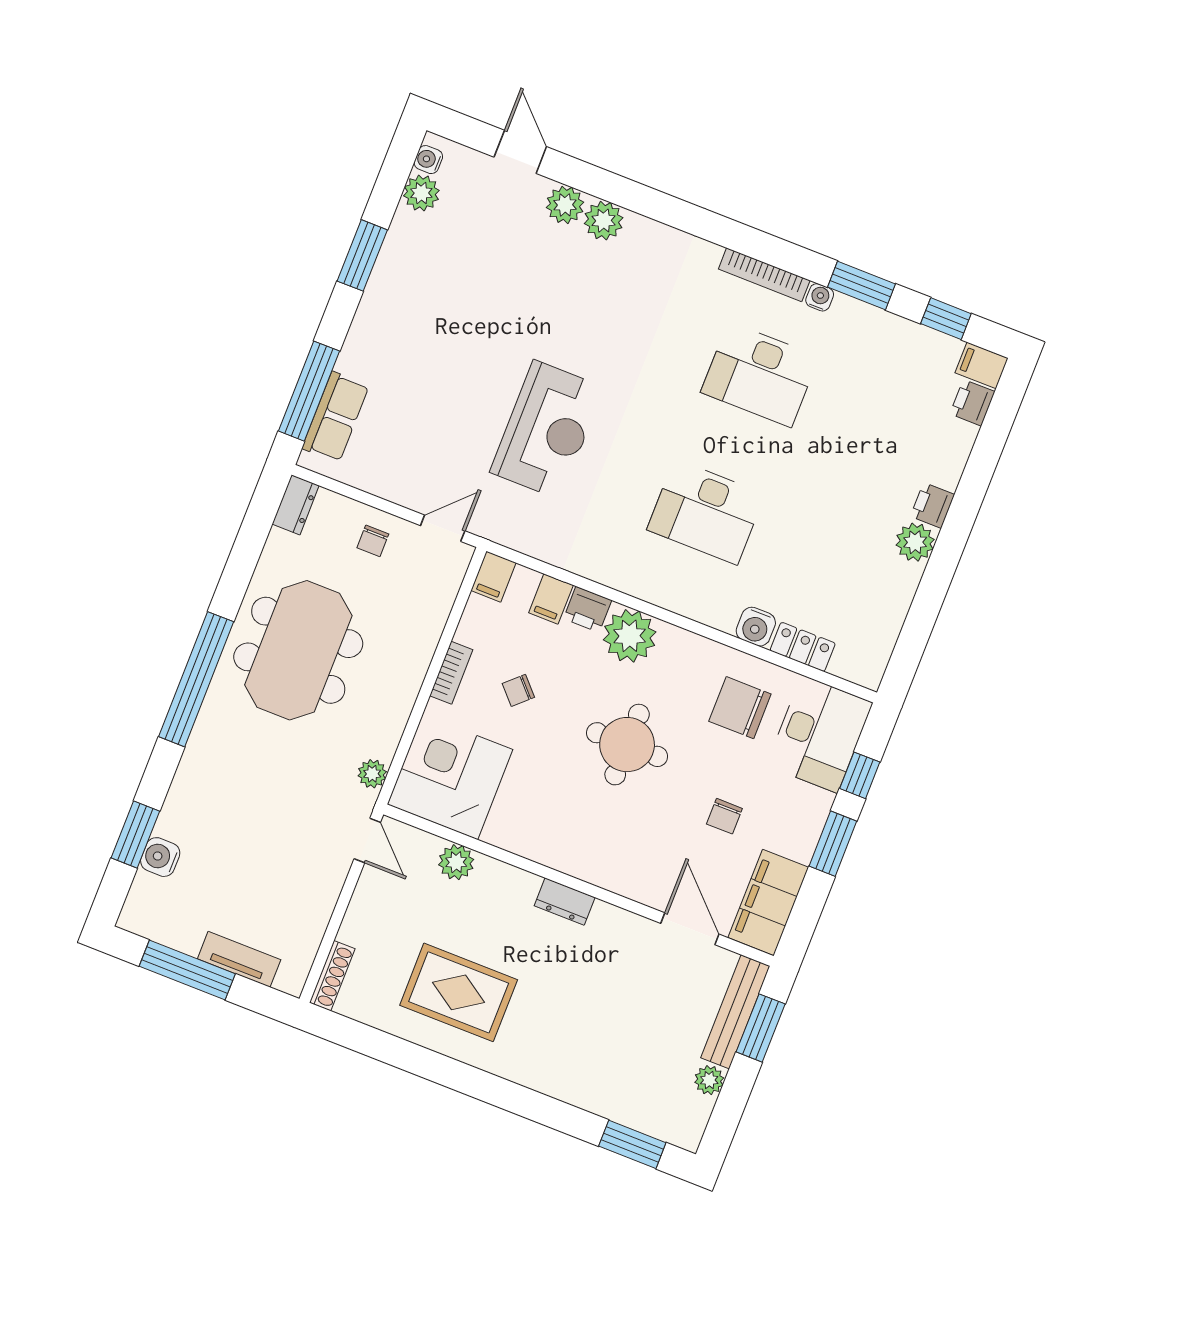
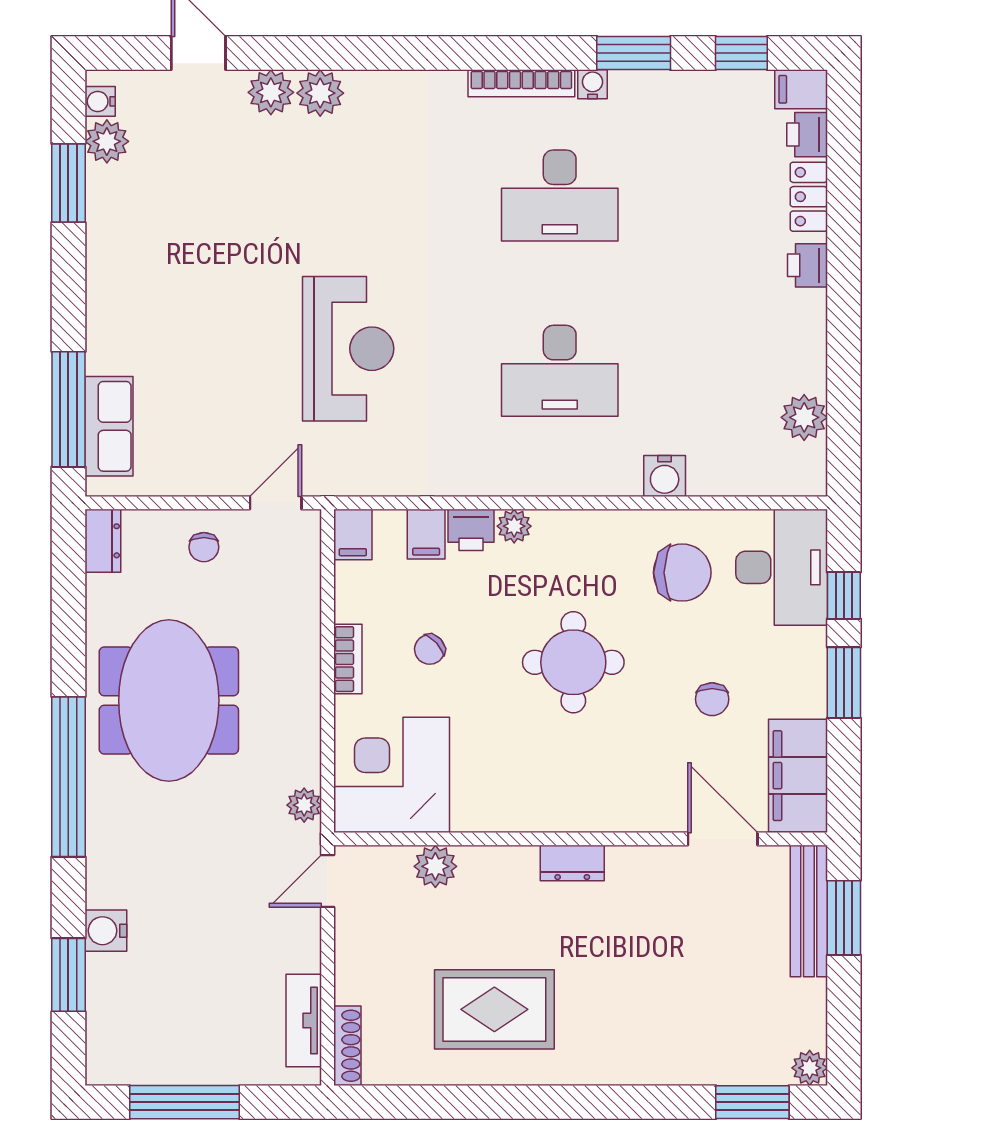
window: (362, 255) -> (68, 183), moved
plant: (915, 542) -> (804, 417), moved
plant: (630, 636) -> (514, 526), width x0.53, depth x0.53
locker: (803, 647) -> (809, 197), moved, turned -90
chair: (740, 708) -> (682, 573), turned 180
door: (367, 841) -> (328, 881), swing flipped
water cooler: (160, 857) -> (106, 931), moved
tv unit: (239, 959) -> (304, 1020), moved, turned -90
plant: (709, 1080) -> (810, 1068), moved

